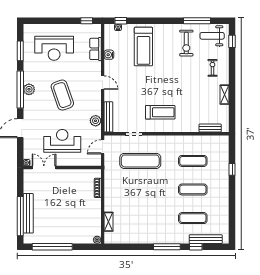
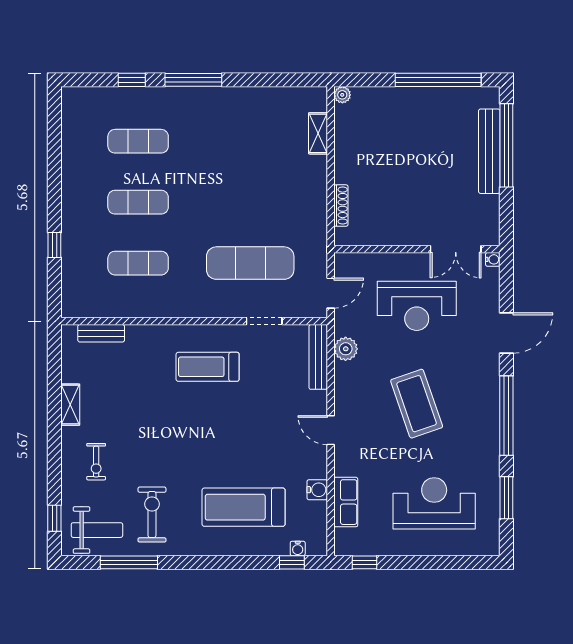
treadmill: (143, 47) -> (244, 507), turned -90
plant: (29, 89) -> (488, 416), removed
bench: (206, 239) -> (111, 96), removed

